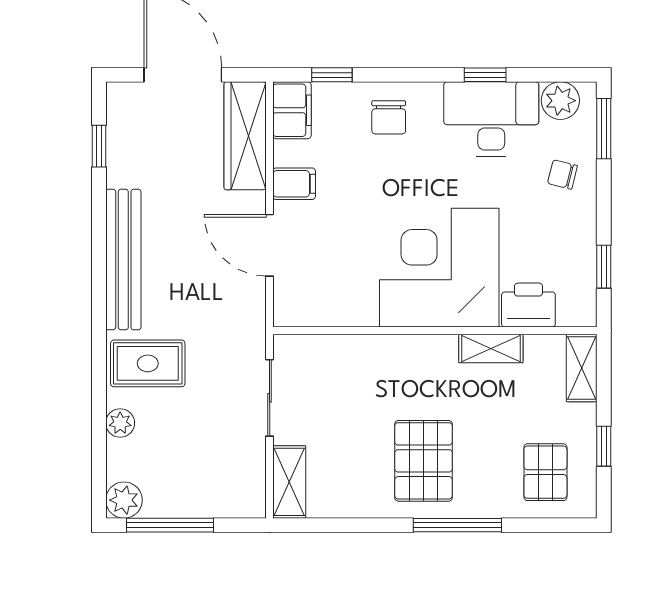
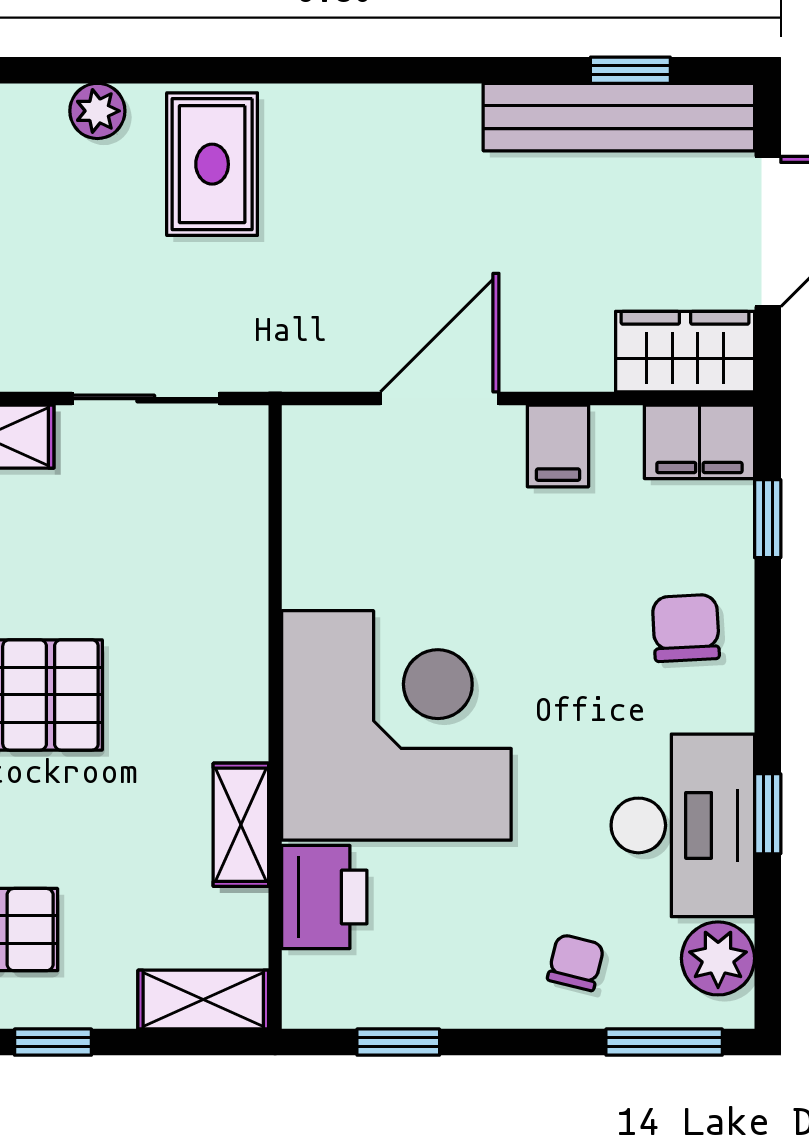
chair: (389, 117) -> (686, 628), turned 87
wardrobe: (245, 136) -> (685, 352), width x0.67
bench: (123, 260) -> (619, 117), moved

